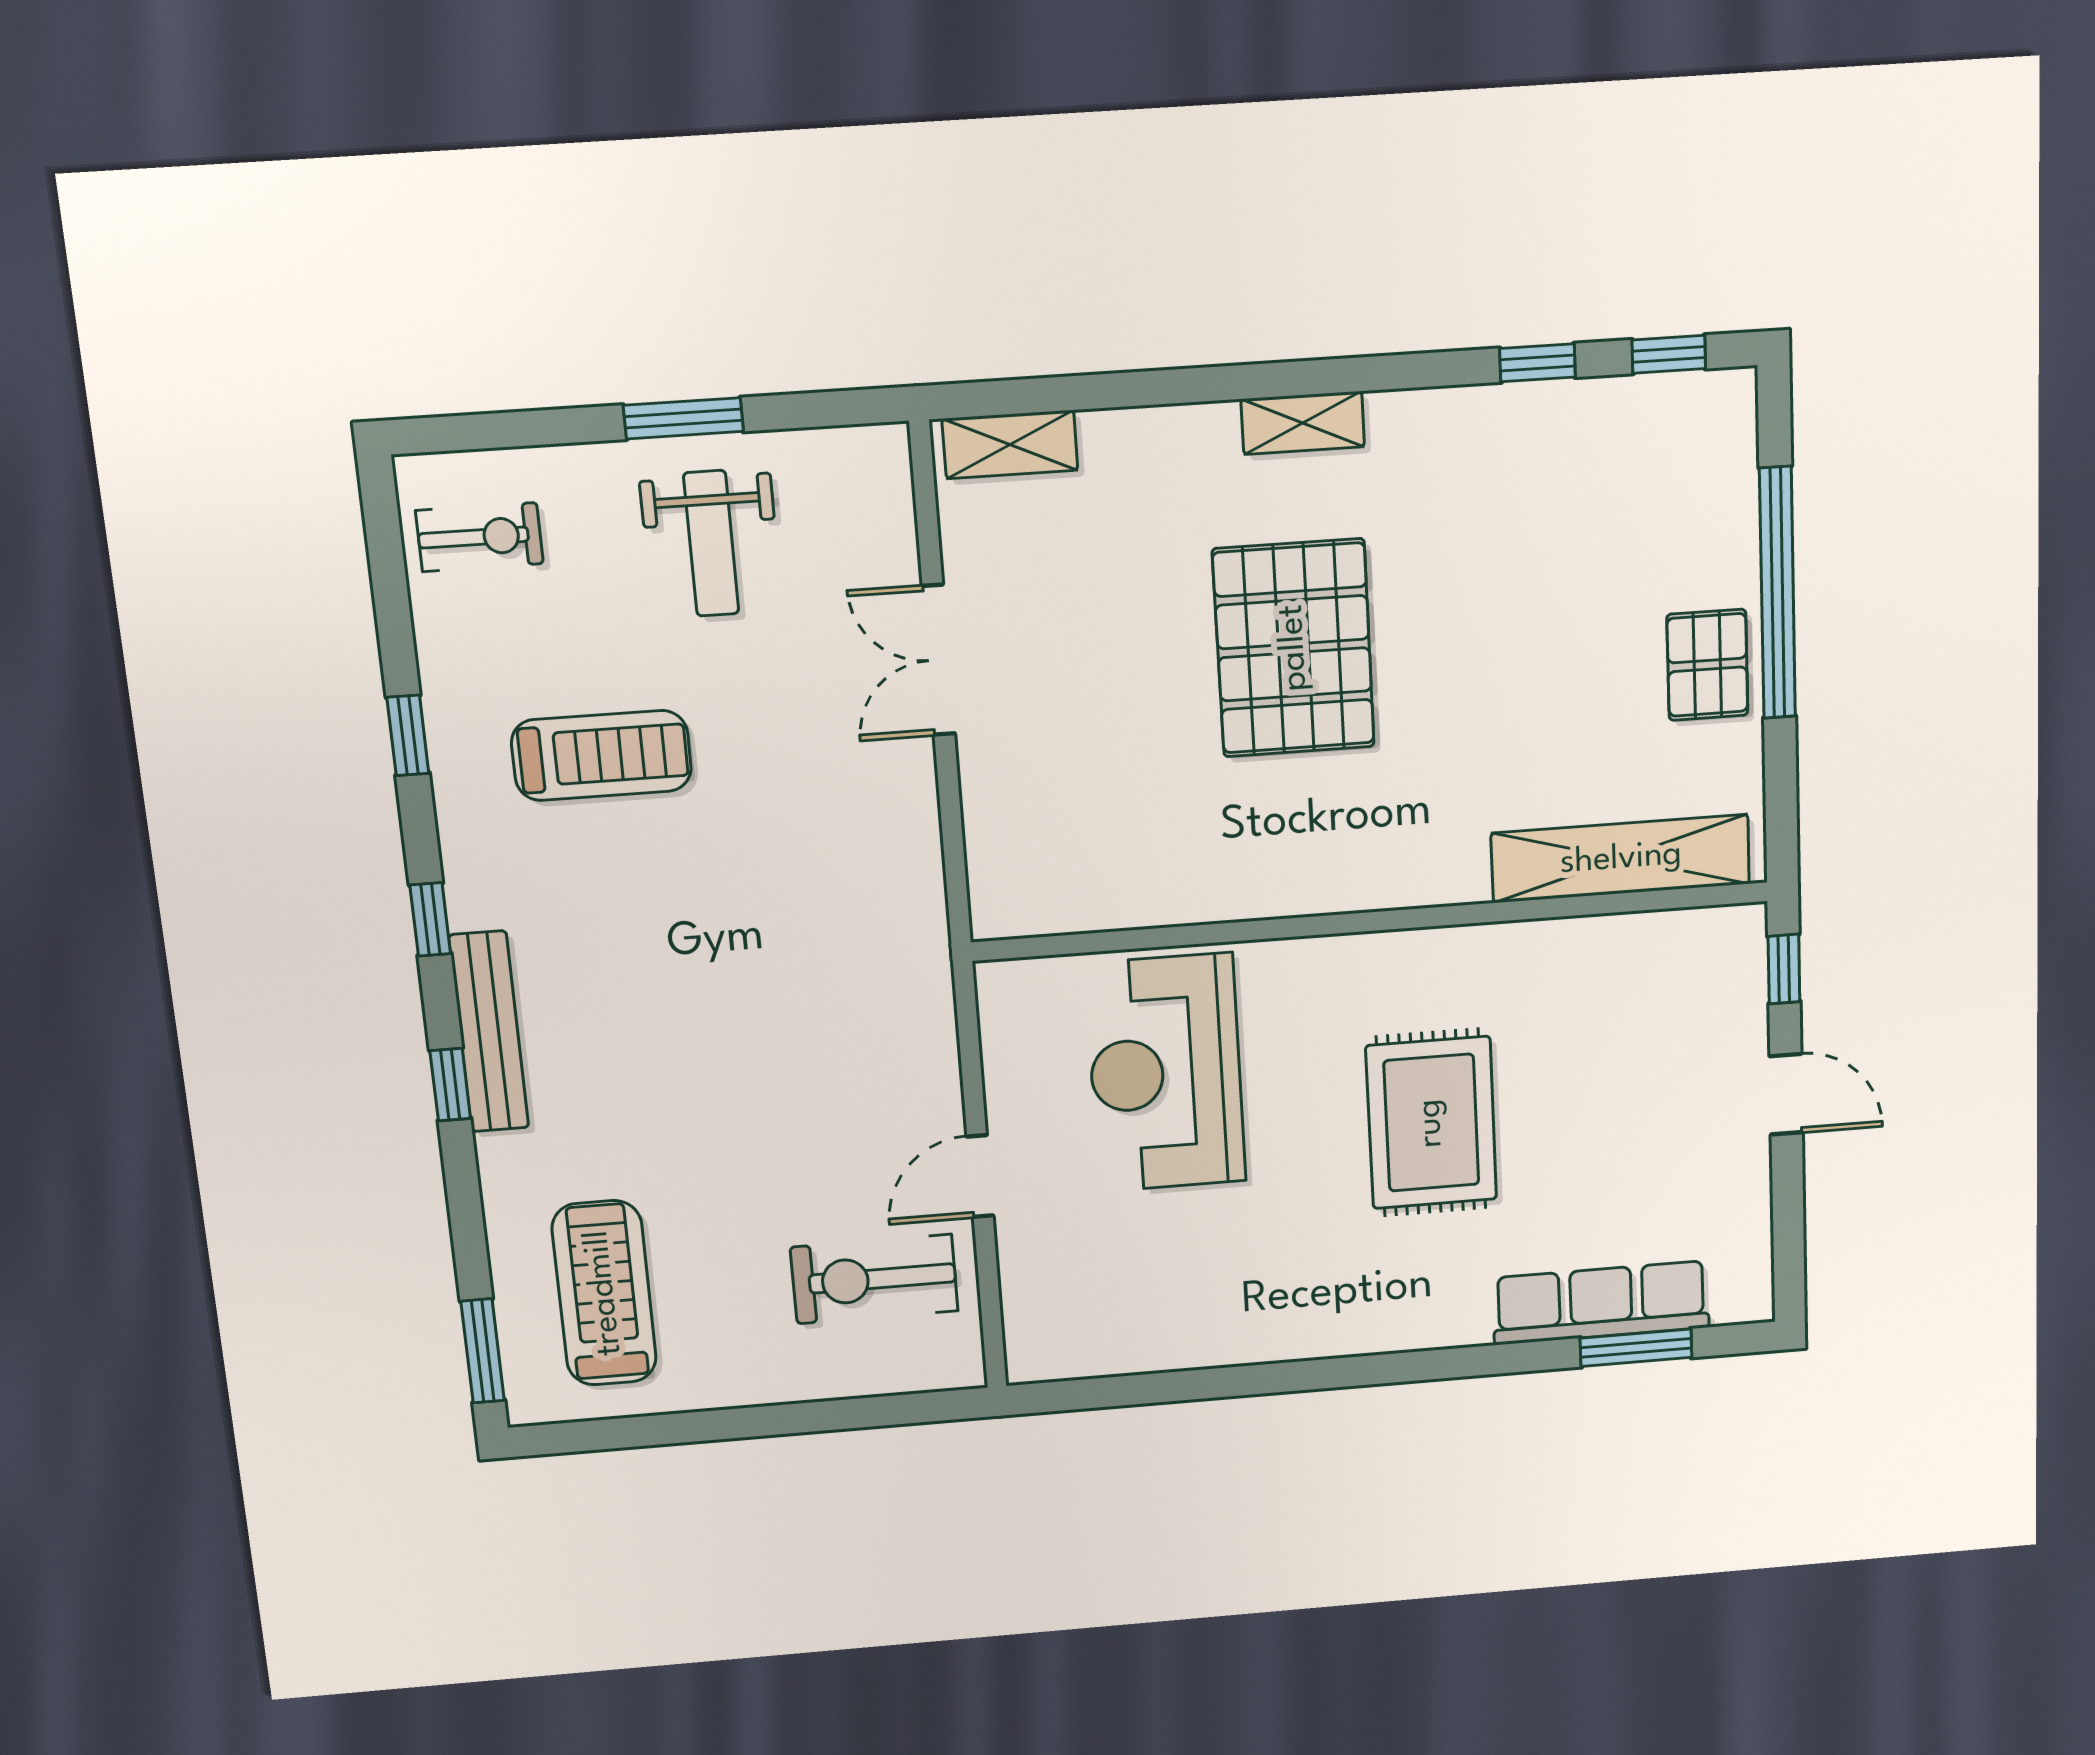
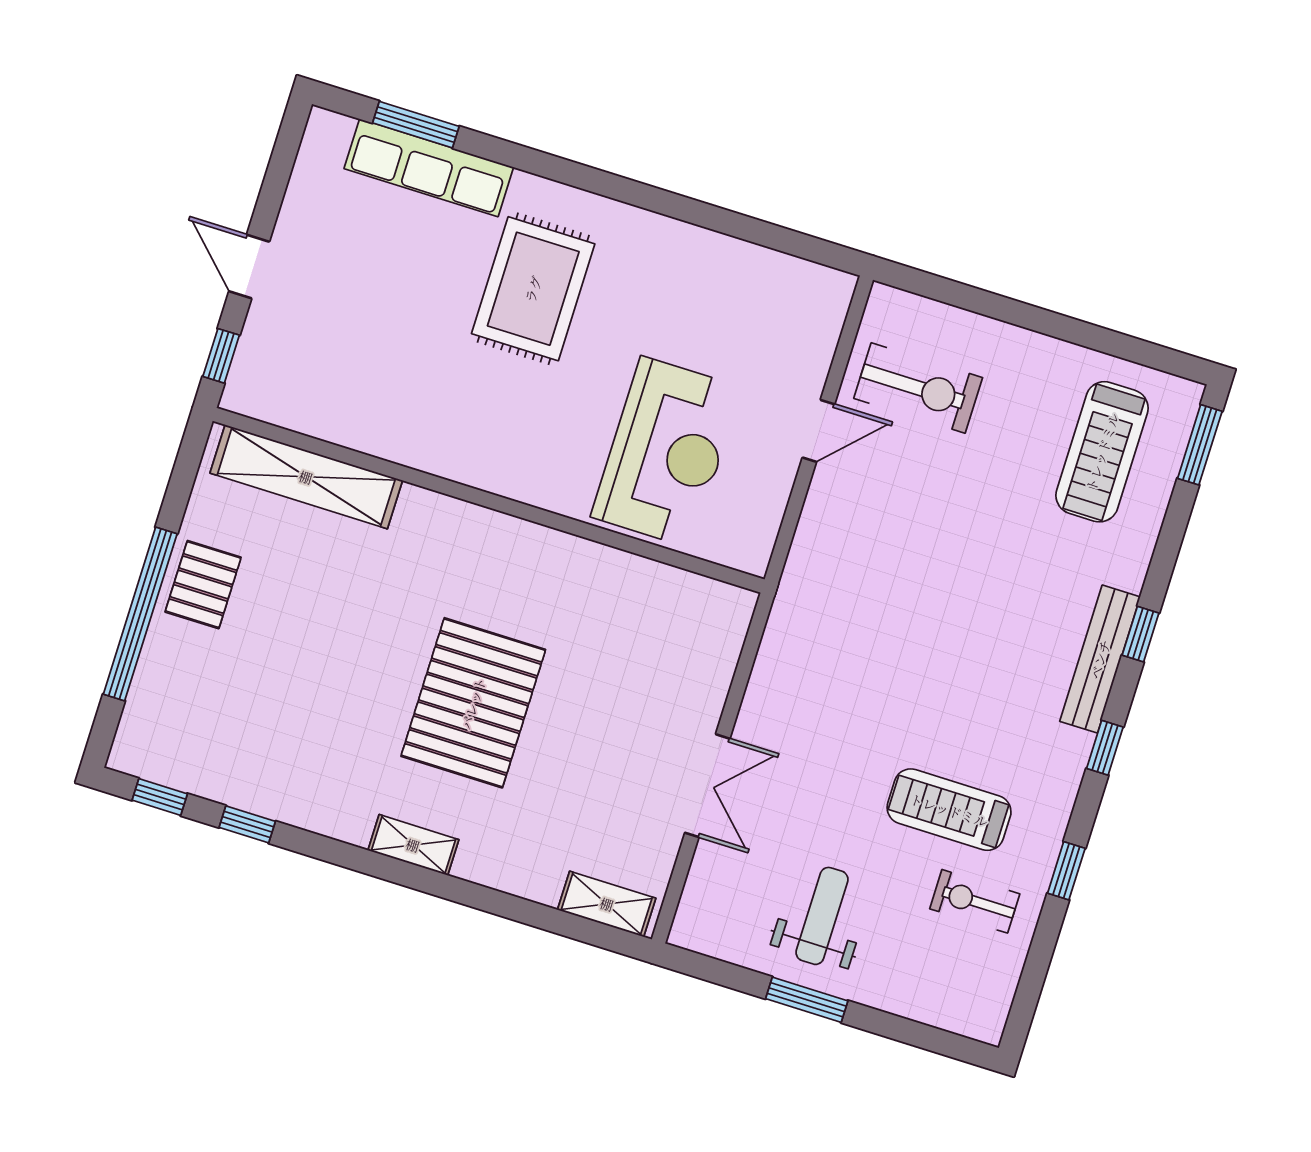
exercise bike: (479, 537) -> (975, 901), moved
rug: (1431, 1123) -> (533, 289), moved

